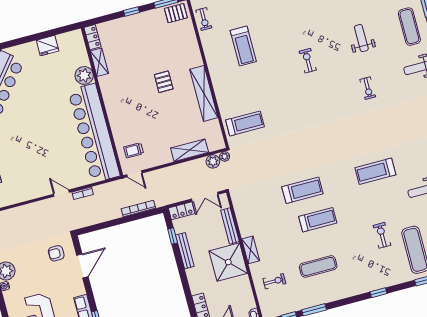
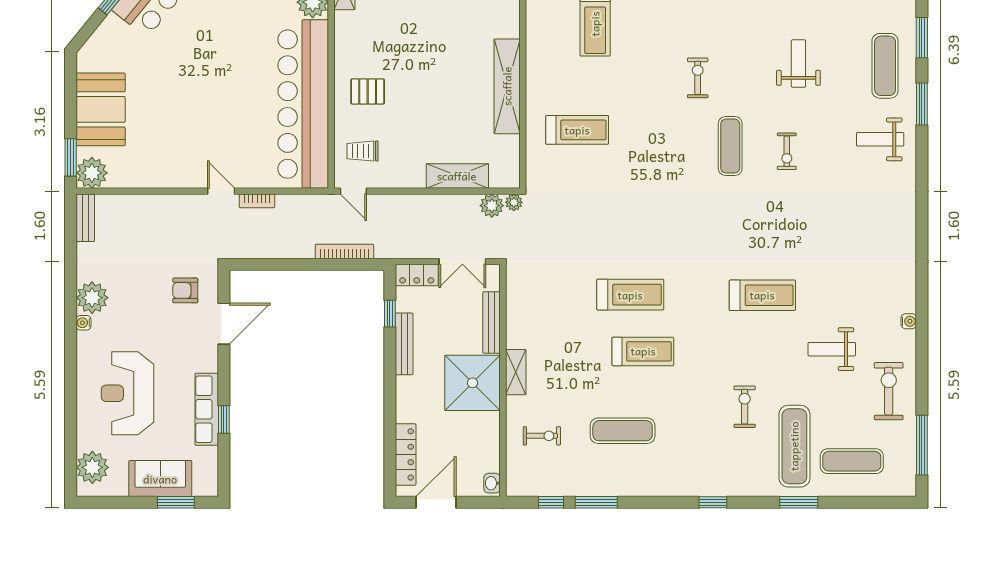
pallet: (164, 82) -> (368, 91), moved, turned 90
exercise mat: (336, 94) -> (730, 146), added
treadmill: (245, 123) -> (577, 130), moved
treadmill: (375, 171) -> (762, 295), turned 180

